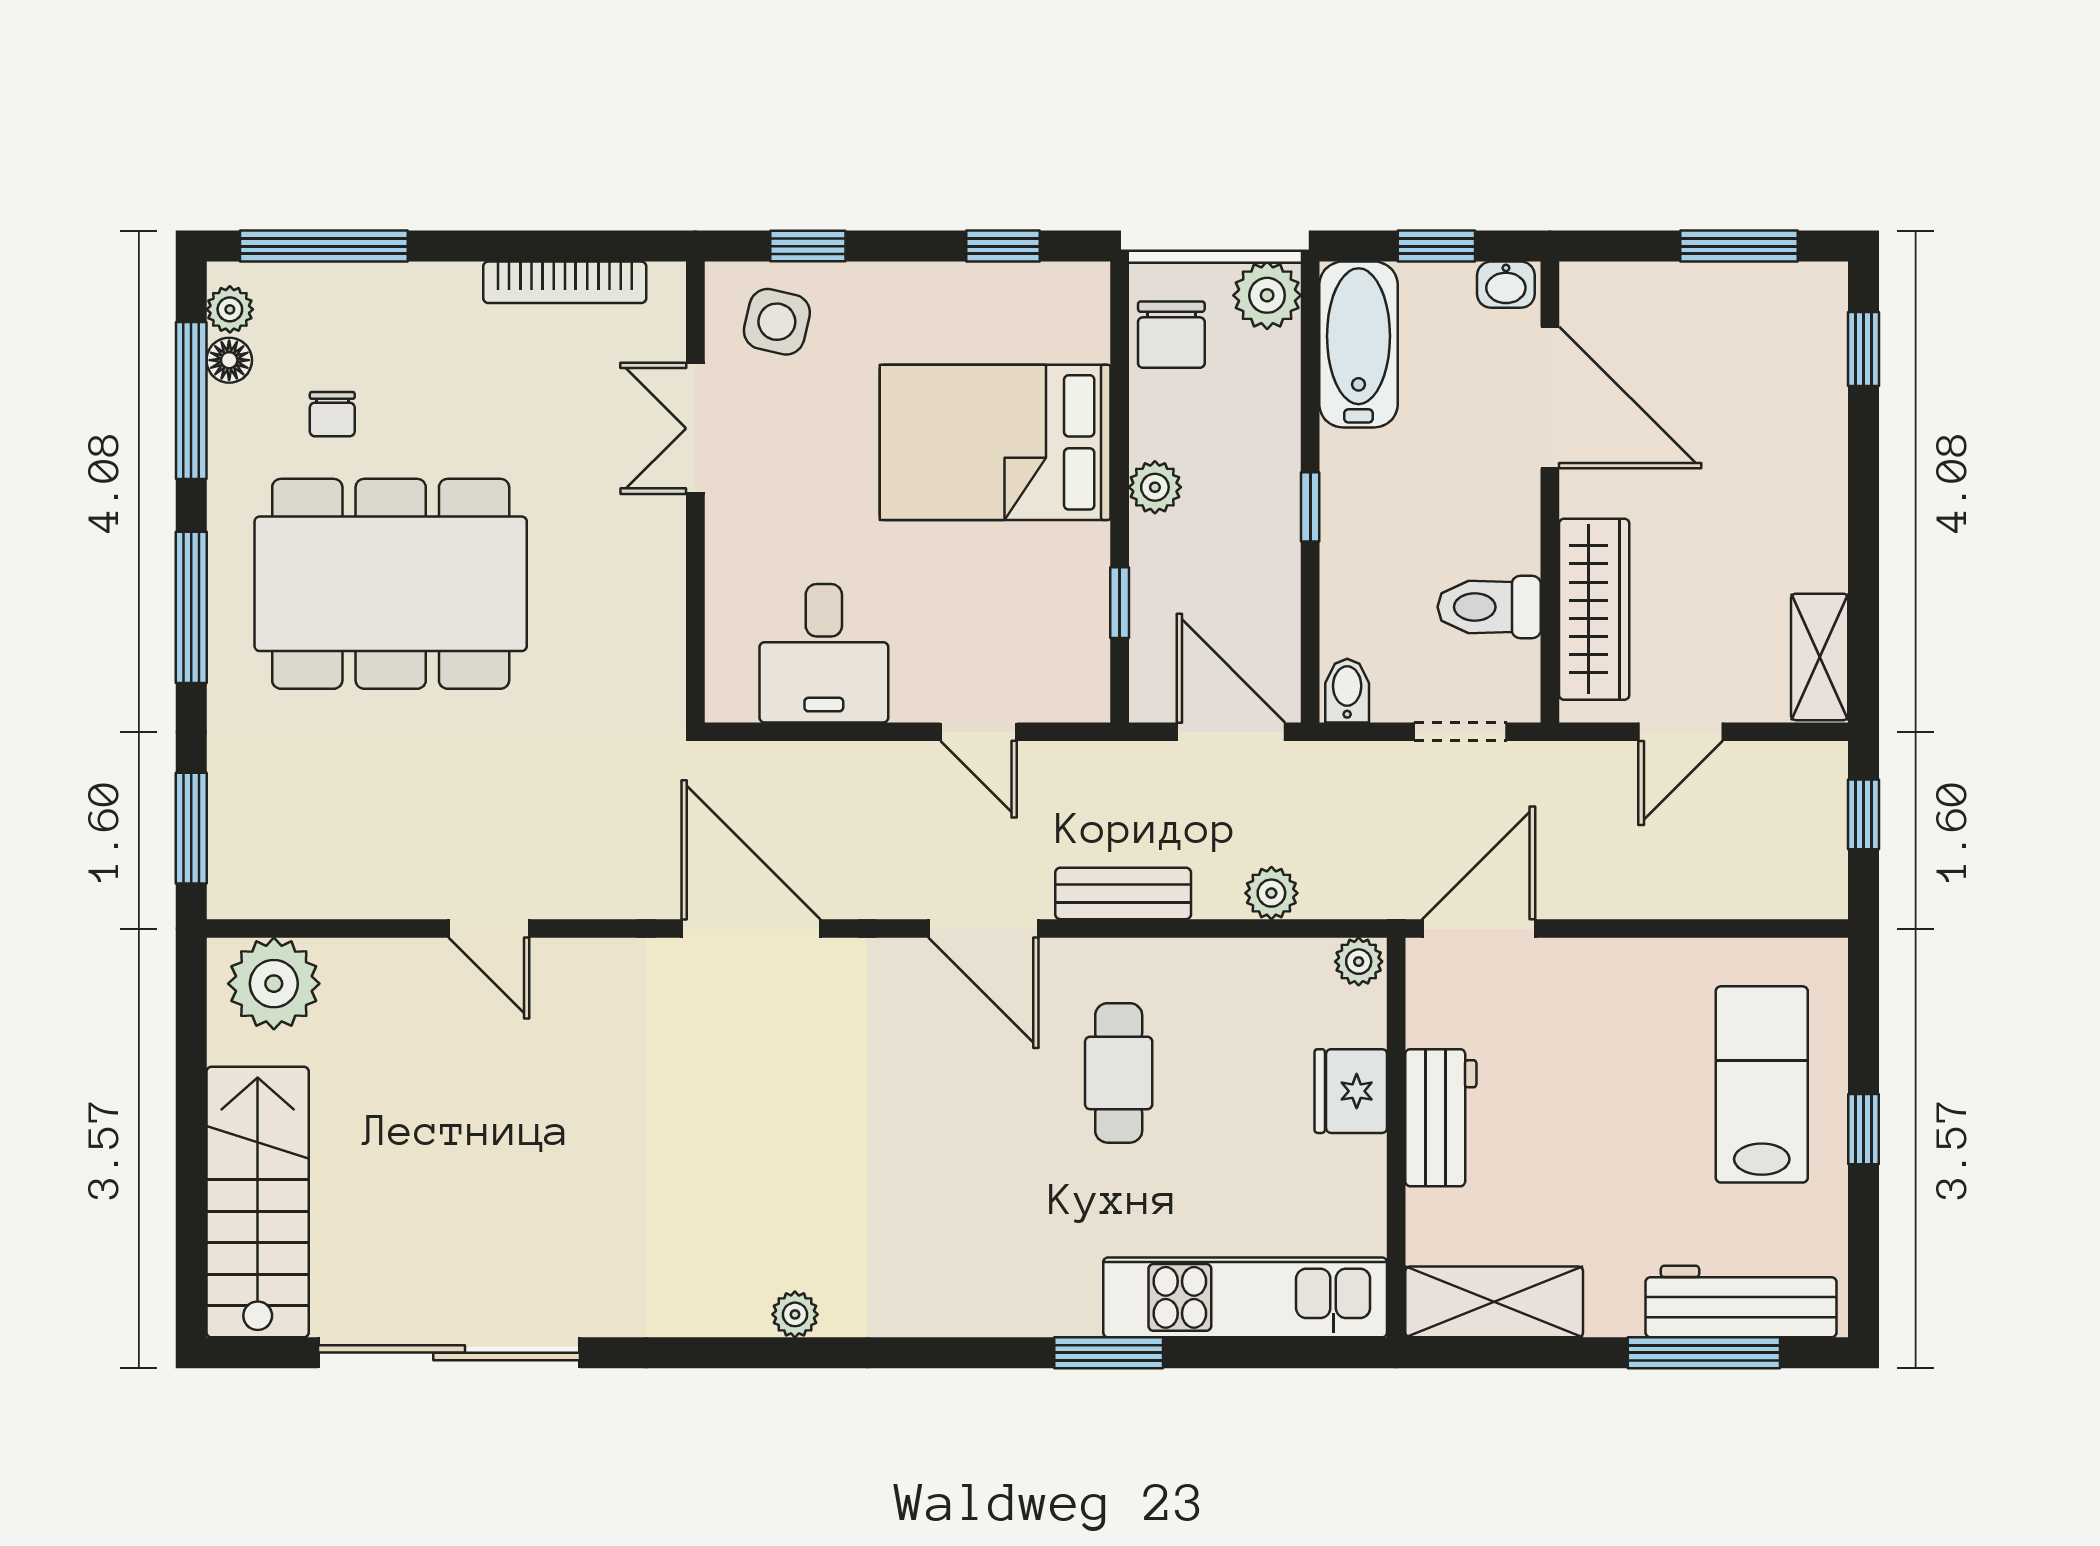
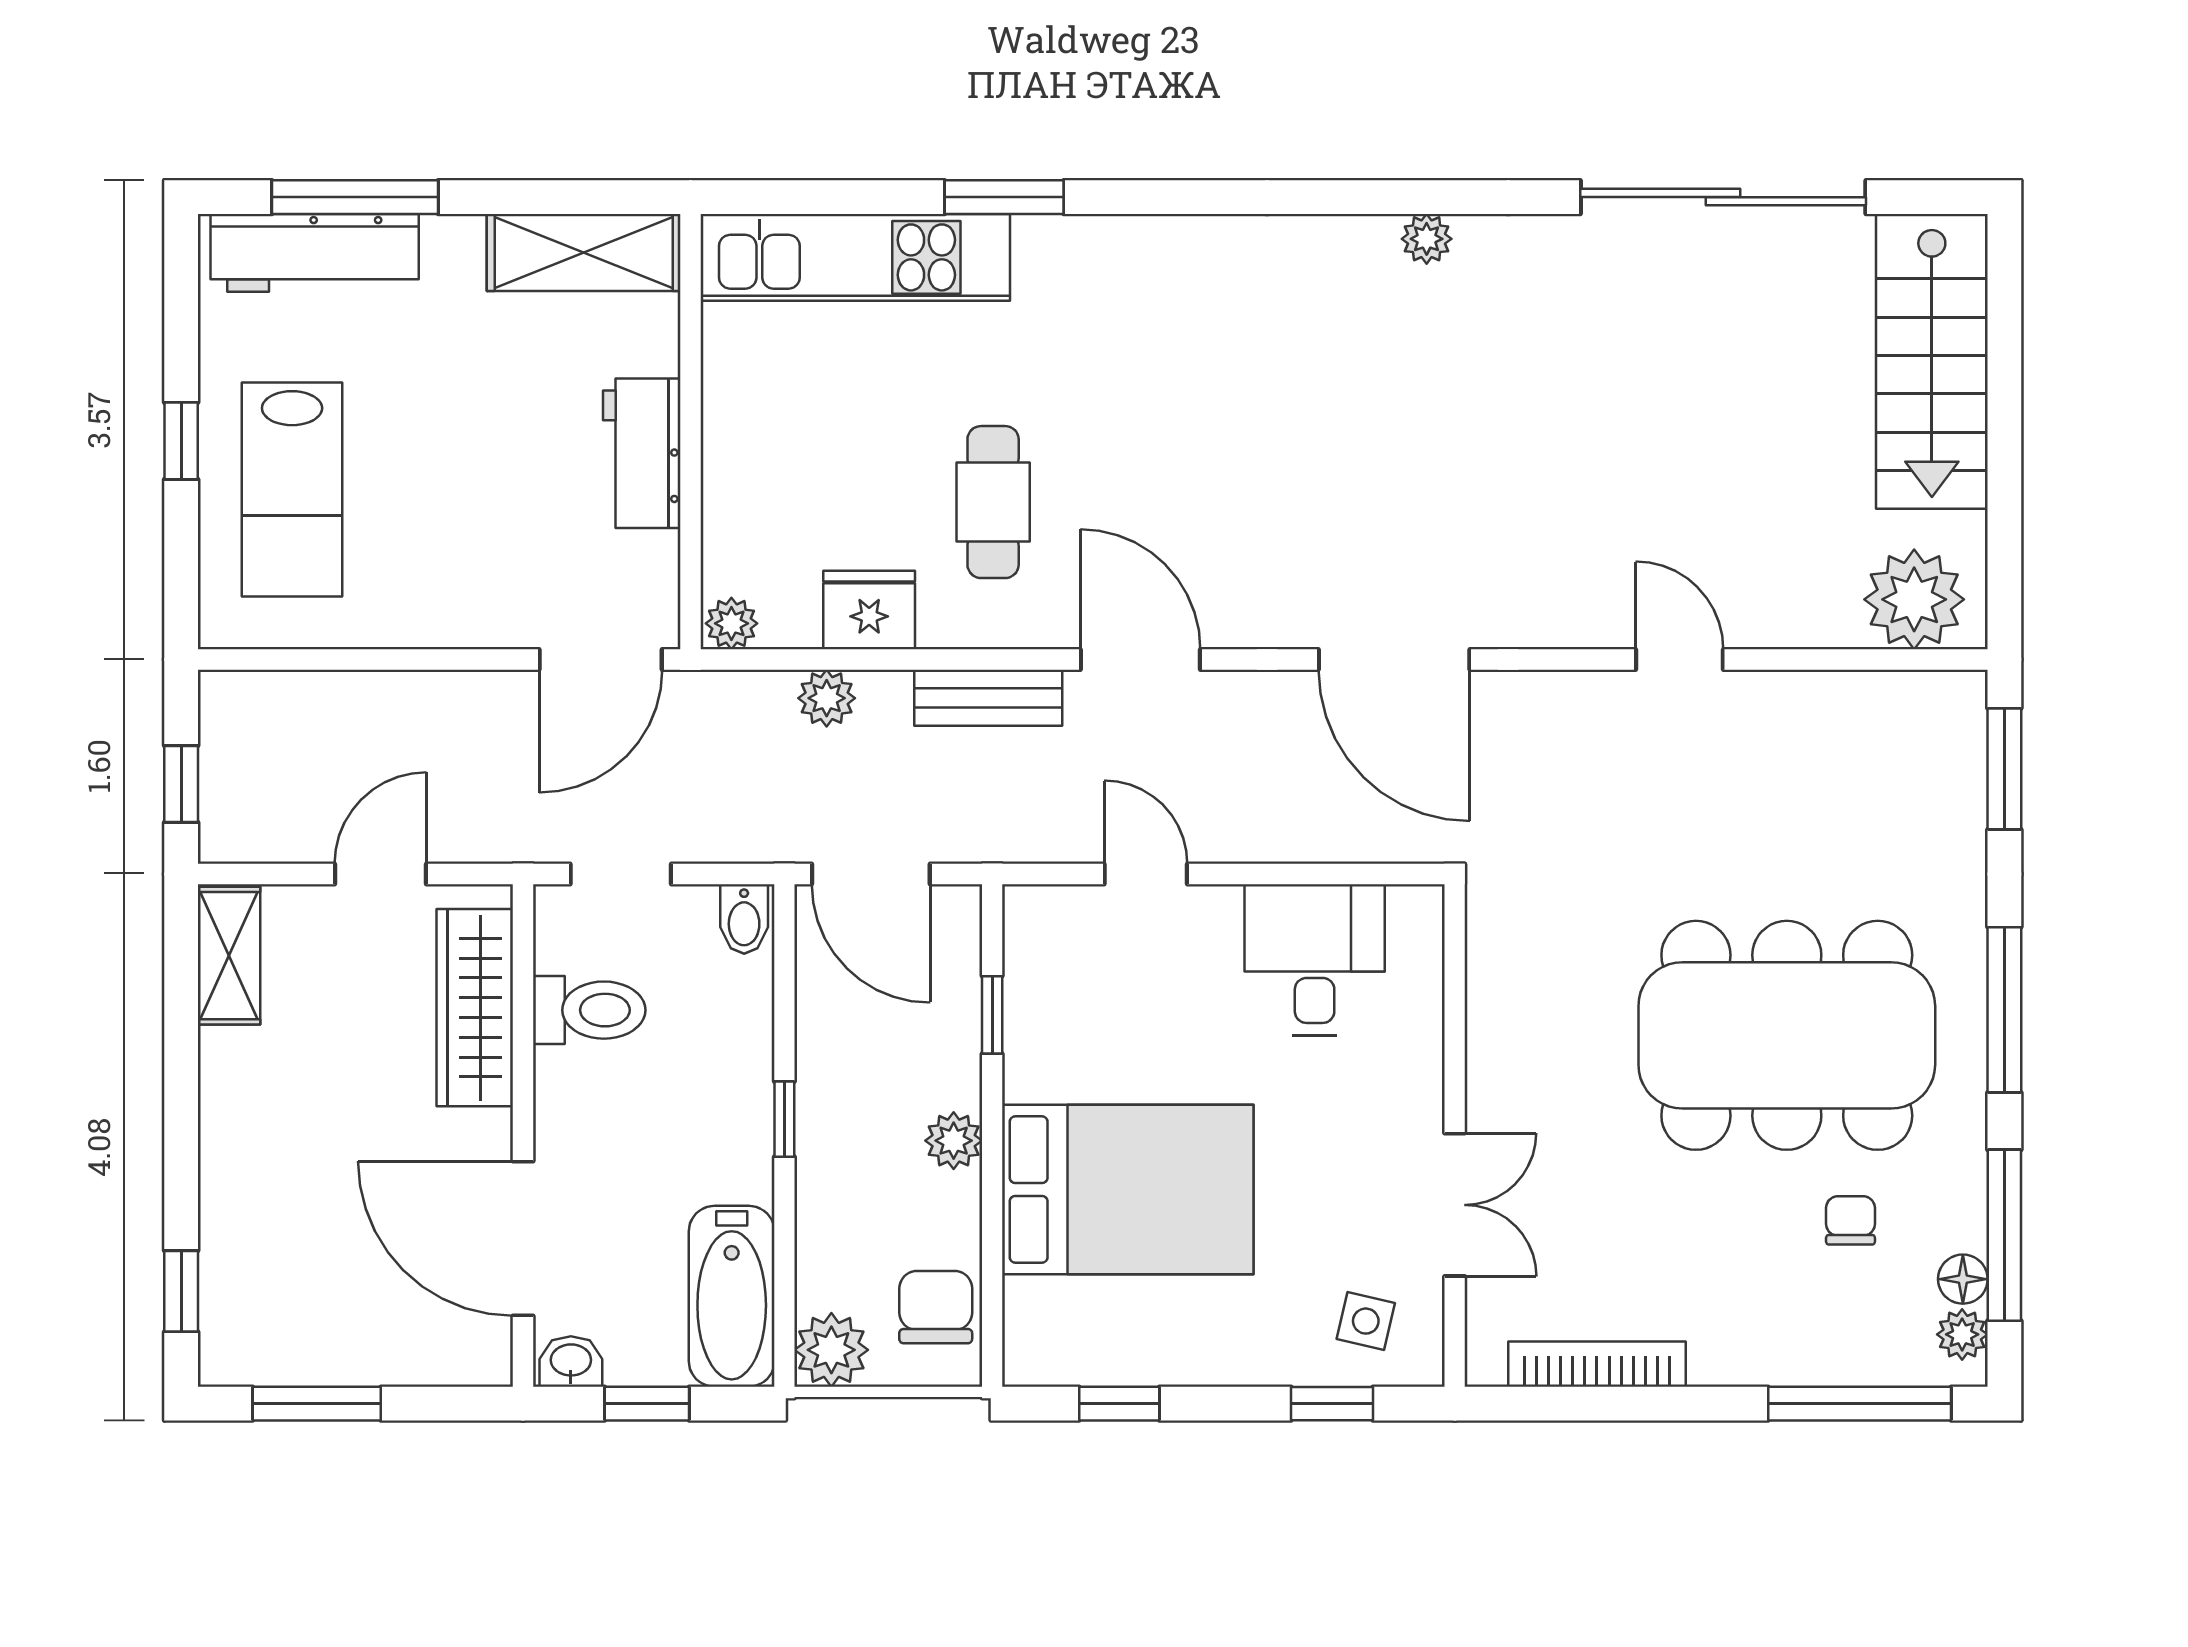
side table: (777, 322) -> (1366, 1321), width x0.73, depth x0.73
fridge: (1351, 1091) -> (869, 610), moved, turned -90
plant: (795, 1314) -> (1427, 239), moved

